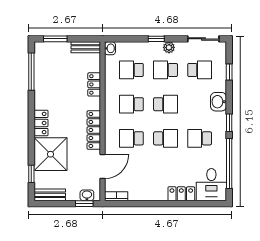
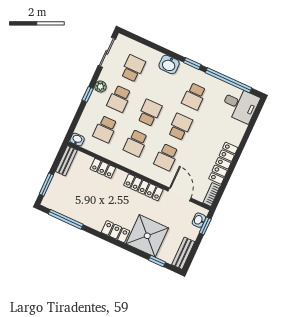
window: (229, 72) -> (147, 43), removed
locker: (181, 194) -> (223, 163), moved, width x1.53

